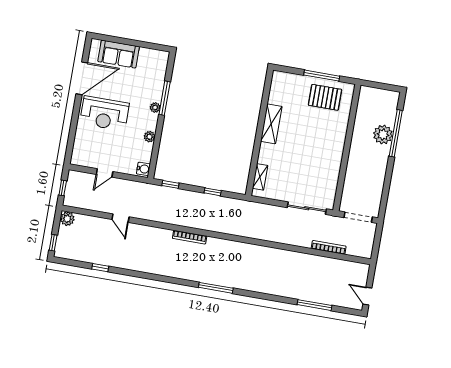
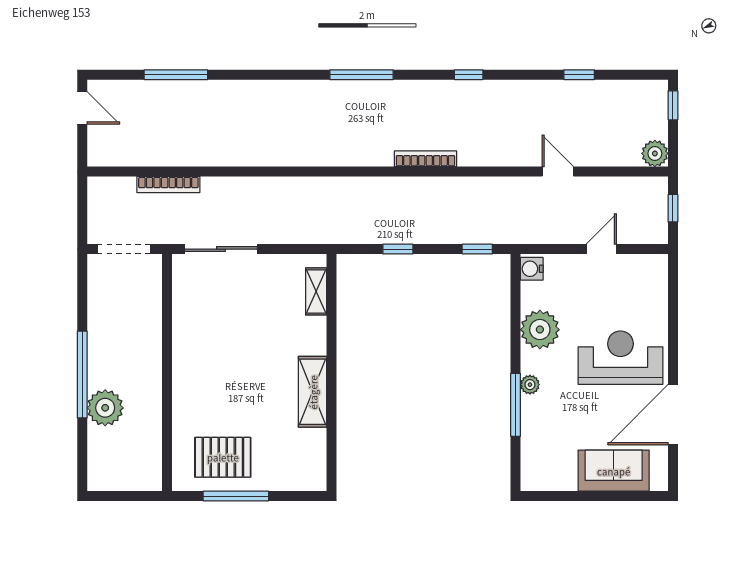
window: (396, 133) -> (82, 374), moved
plant: (150, 137) -> (540, 330), width x1.87, depth x1.87
window: (159, 278) -> (469, 75), added

